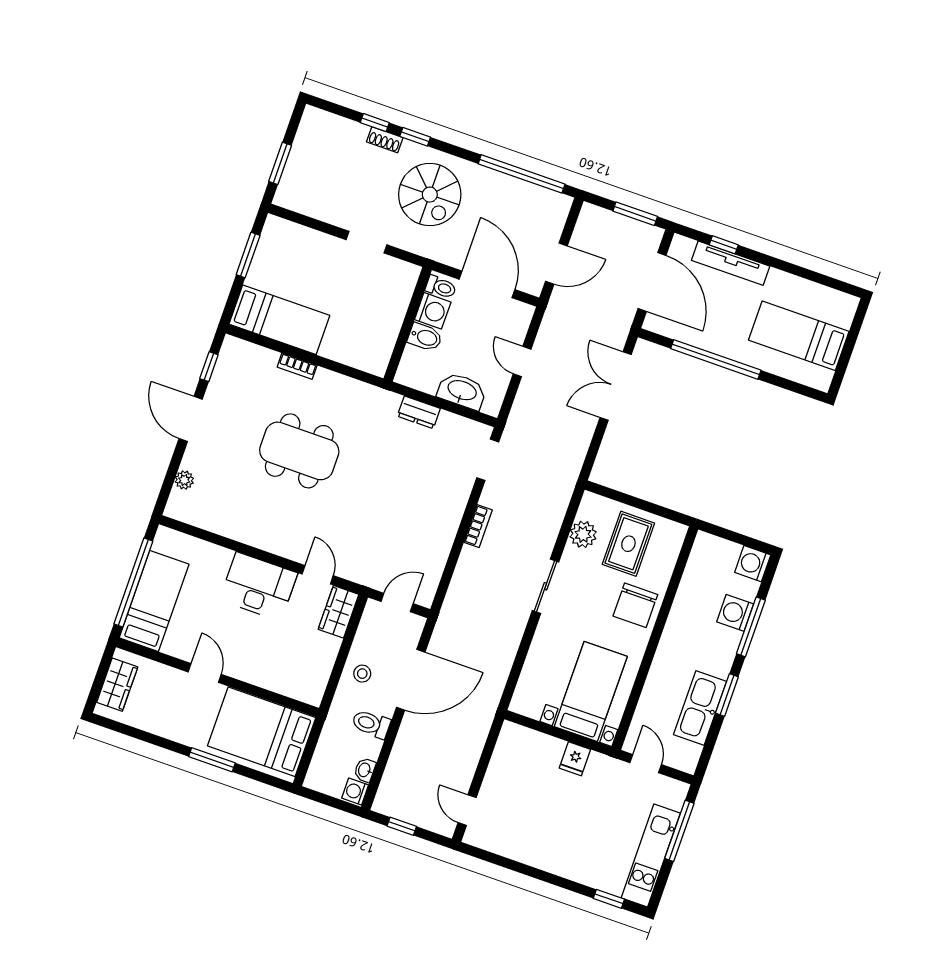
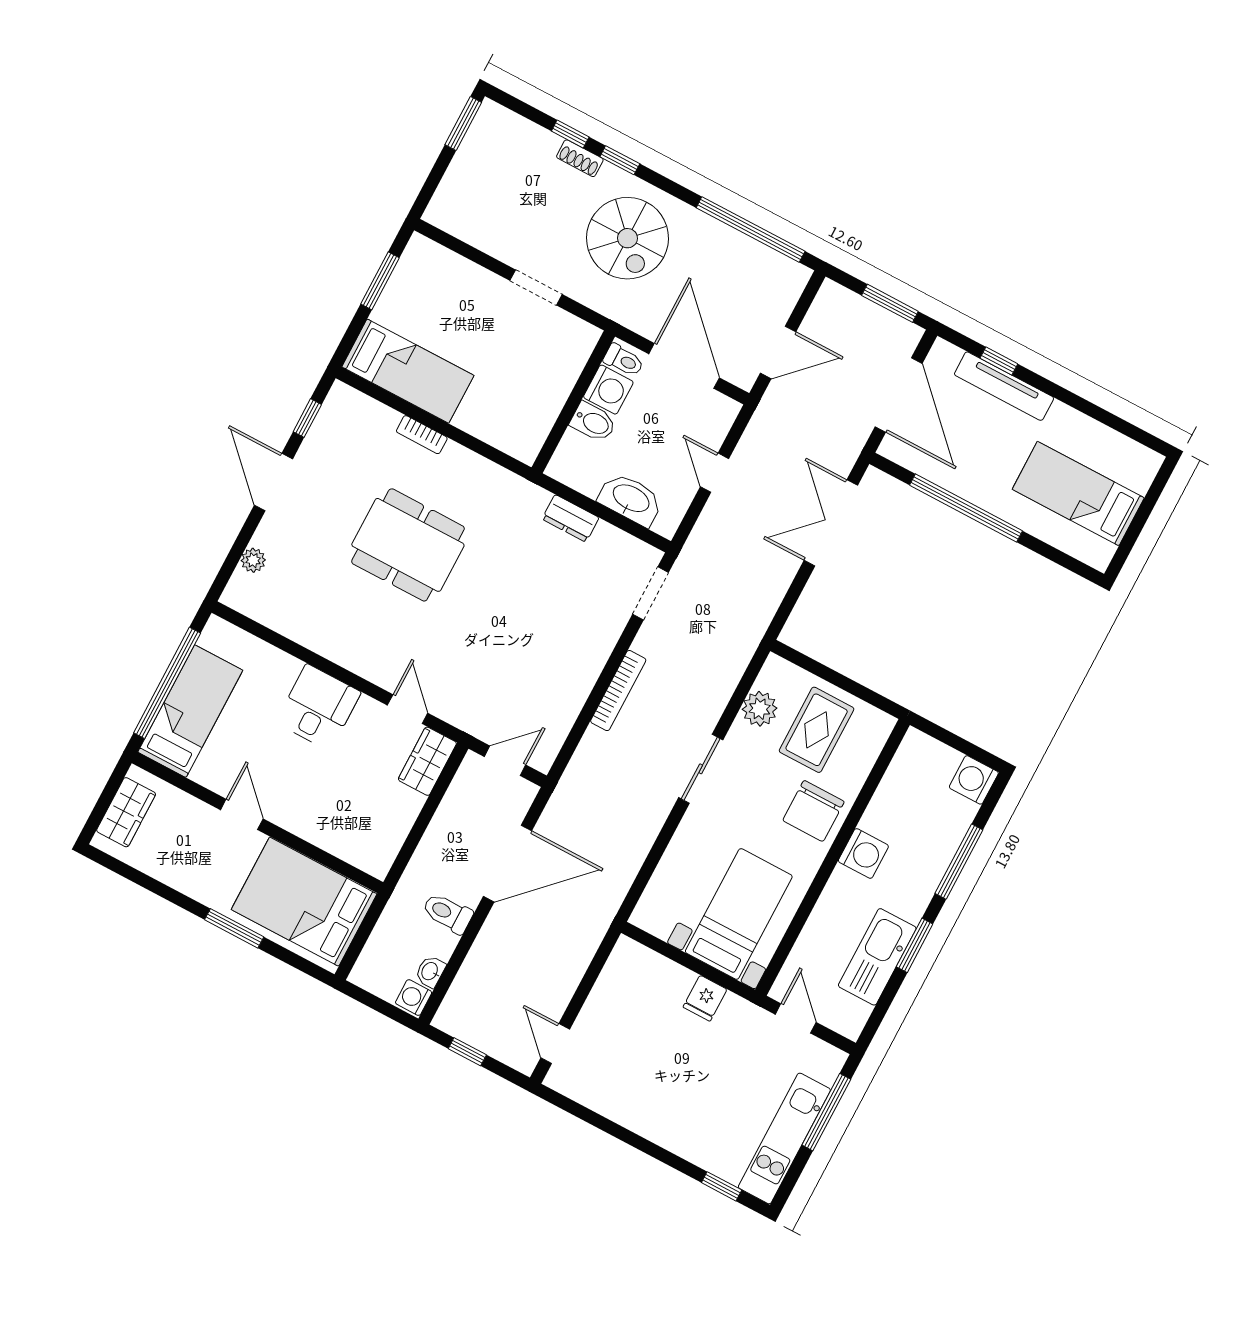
window: (280, 163) -> (463, 124), moved
bookcase: (478, 526) -> (618, 691), width x1.56
desk: (259, 586) -> (318, 707), width x0.73
washing machine: (735, 613) -> (863, 853), moved, turned 180
stool: (362, 674) -> (446, 846), removed

